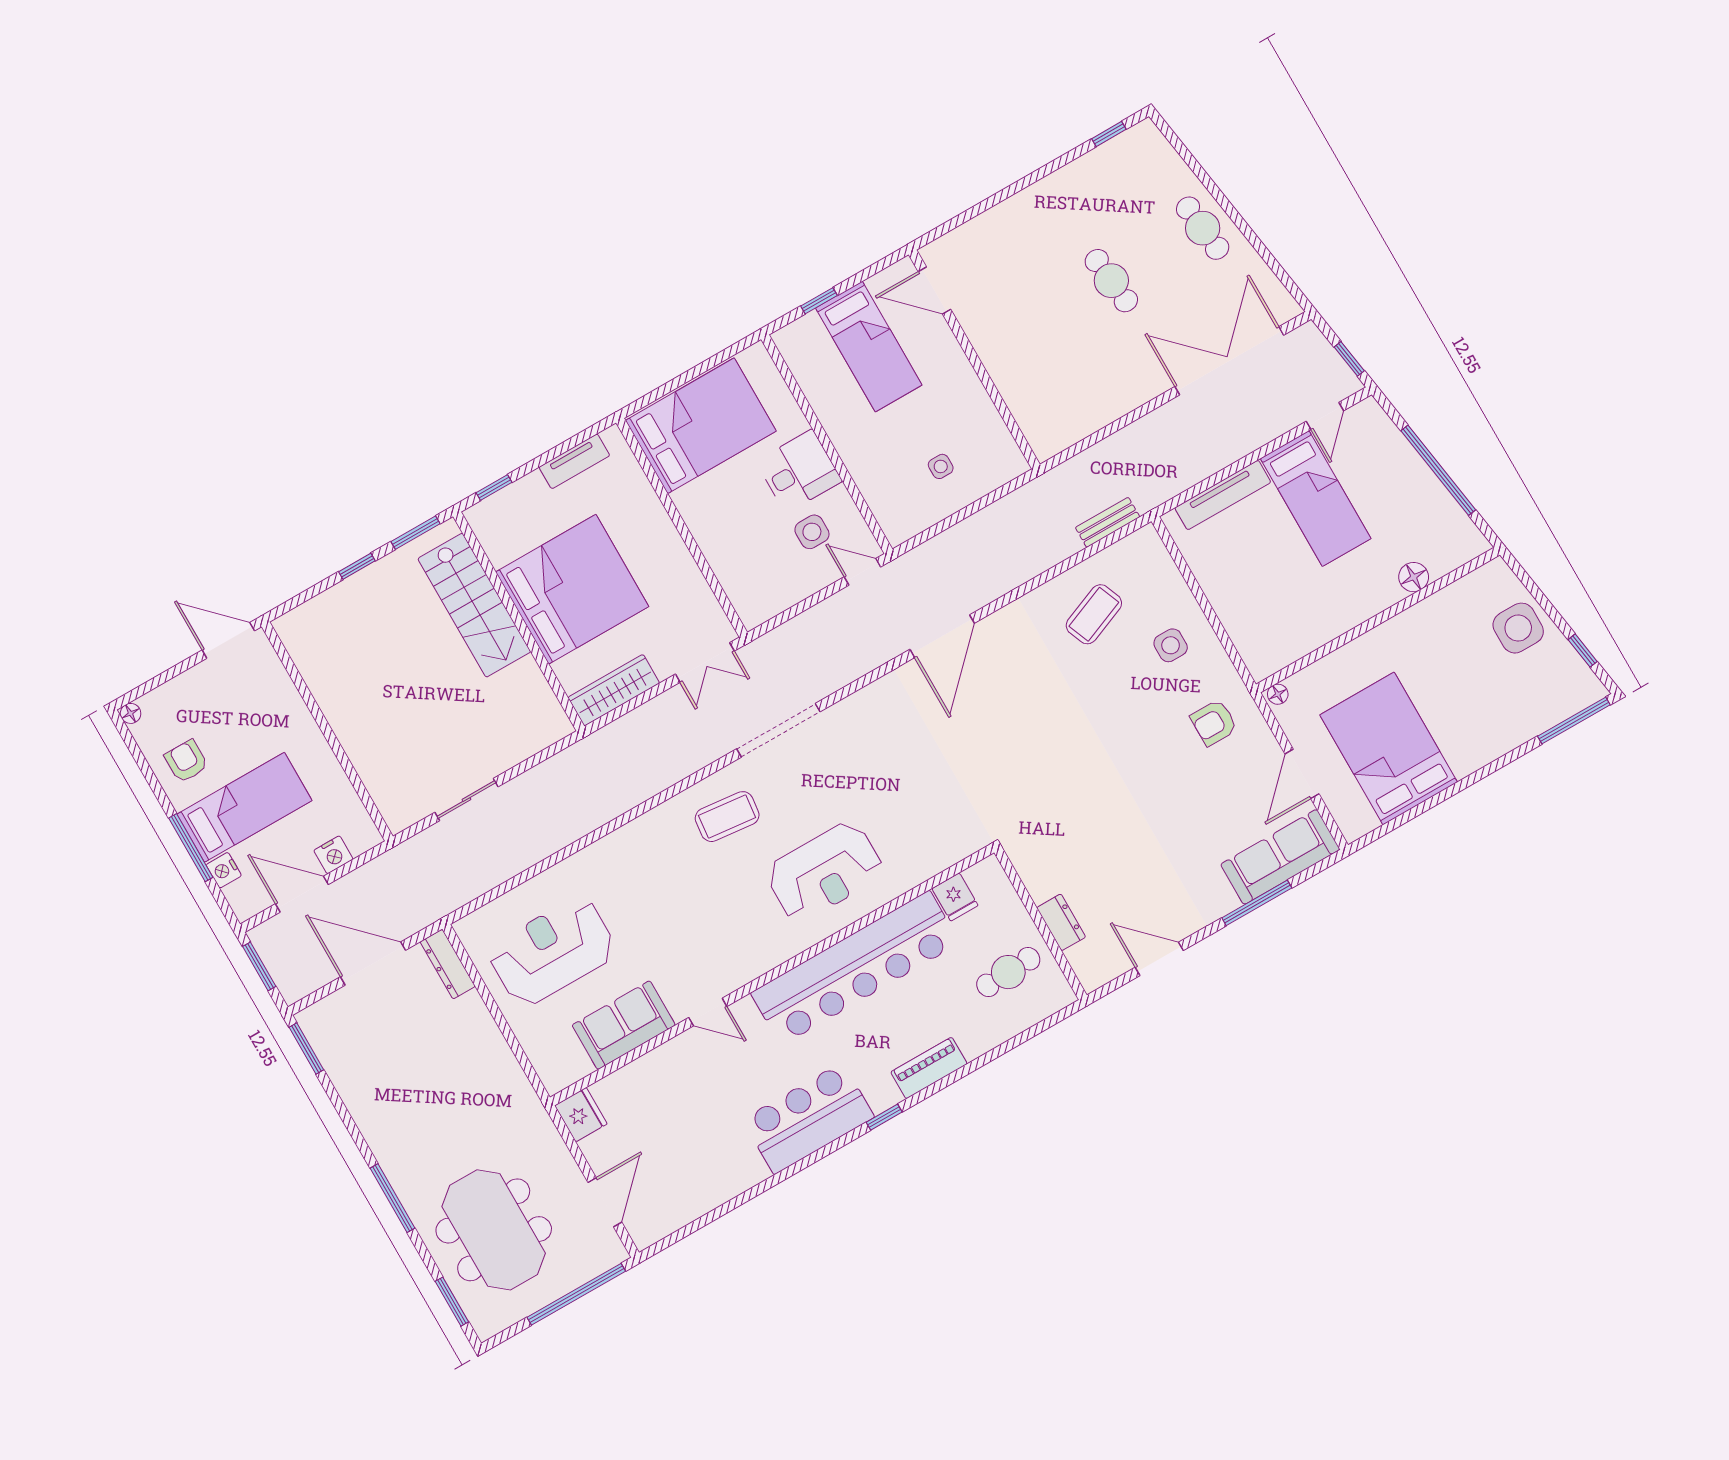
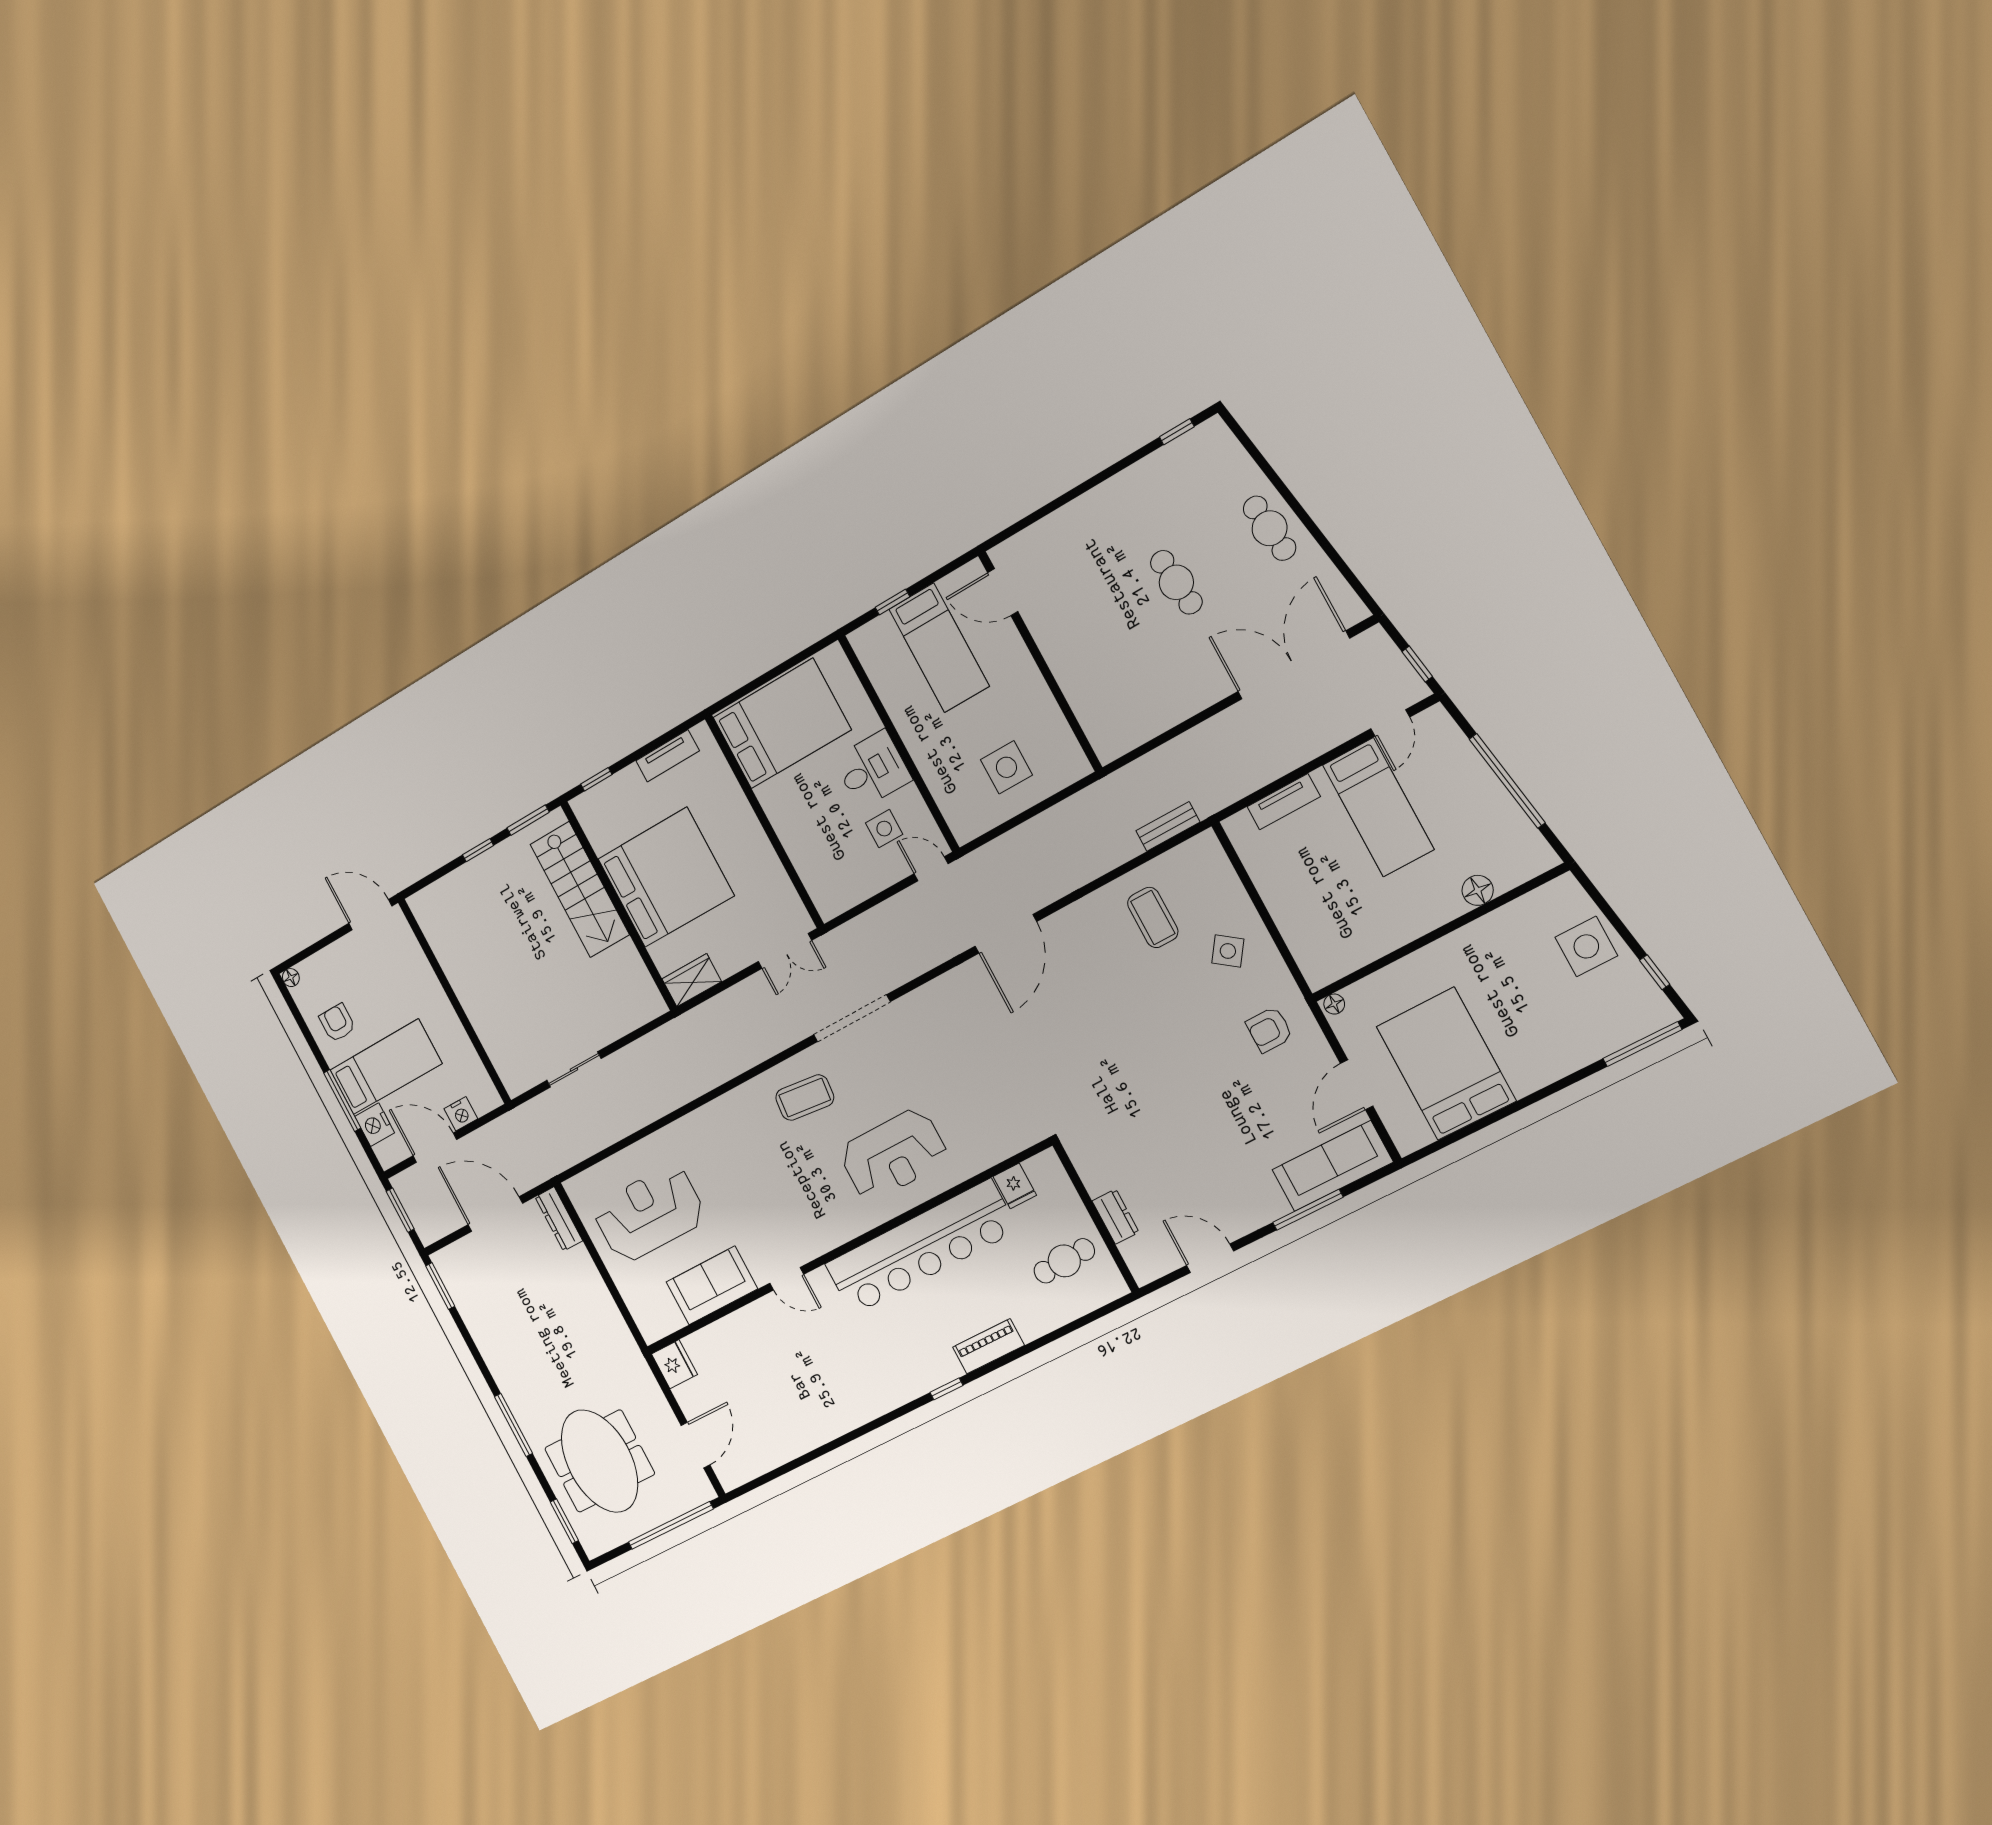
side table: (941, 466) -> (1006, 767), width x1.87, depth x1.87
tv unit: (1223, 495) -> (1284, 802), width x0.71
coffee table: (1094, 614) -> (1153, 917), turned -68
side table: (1171, 645) -> (1228, 951), turned 36
wardrobe: (614, 690) -> (692, 980), width x0.67
nightstand: (224, 870) -> (375, 1125), width x1.36, depth x1.33
bar counter: (808, 1118) -> (877, 1384), removed

